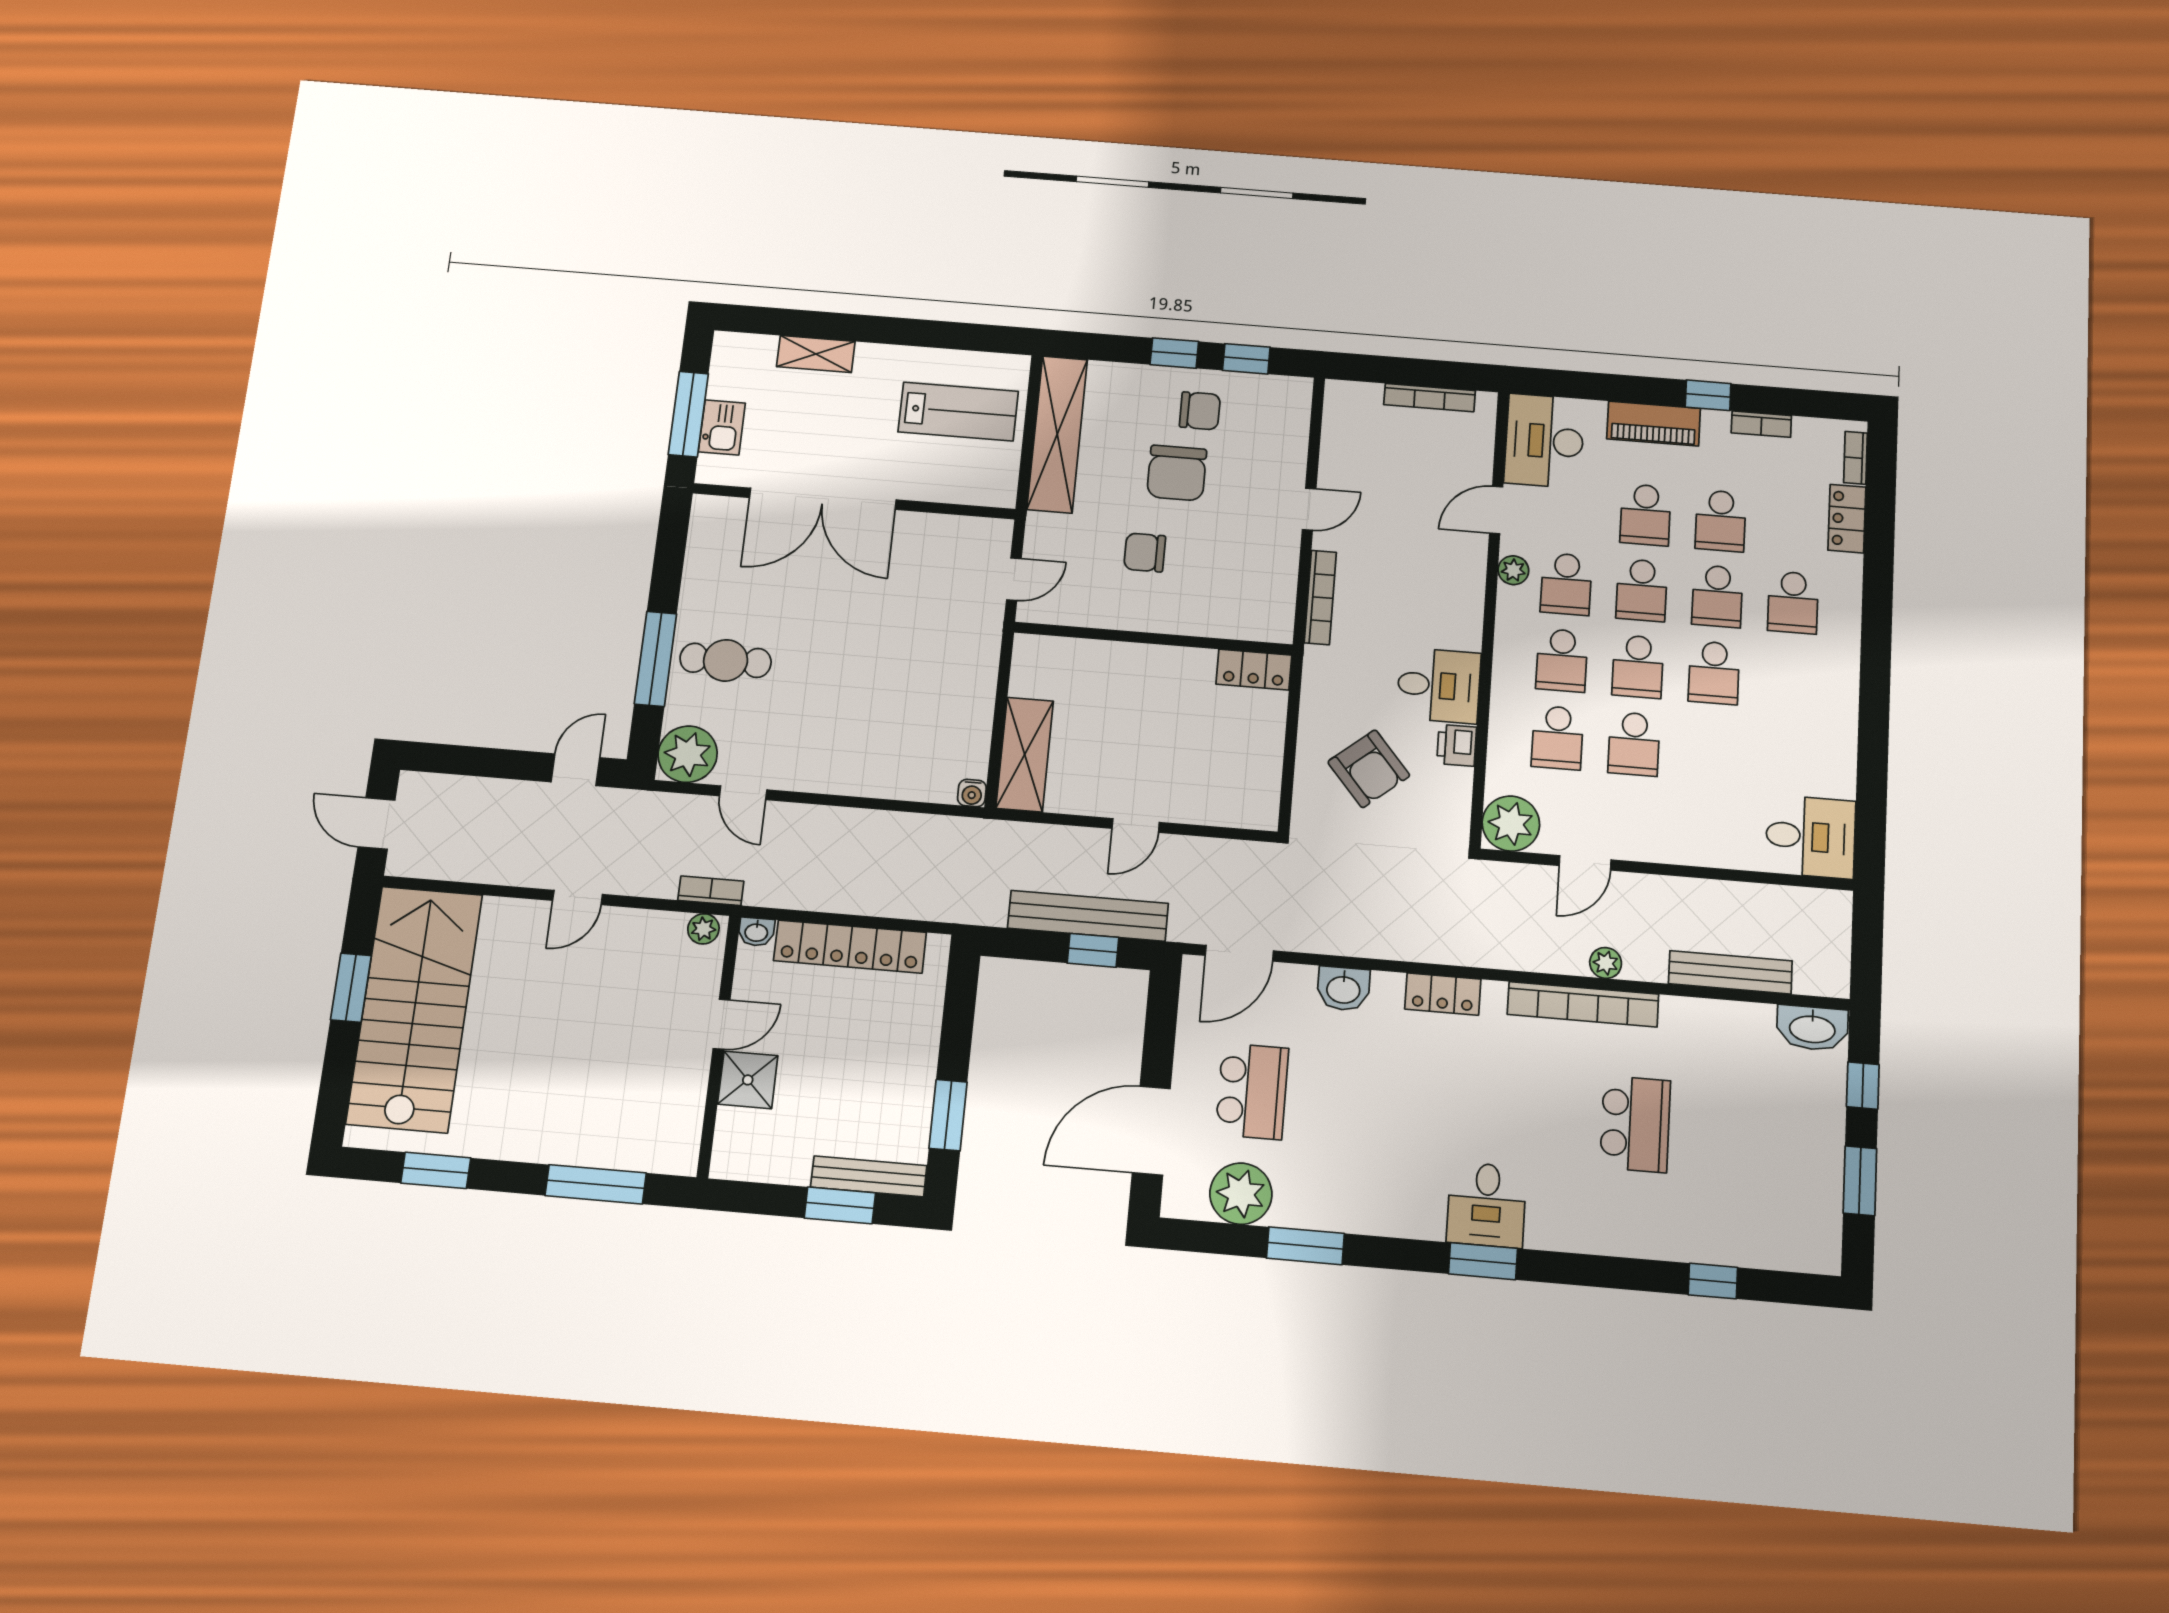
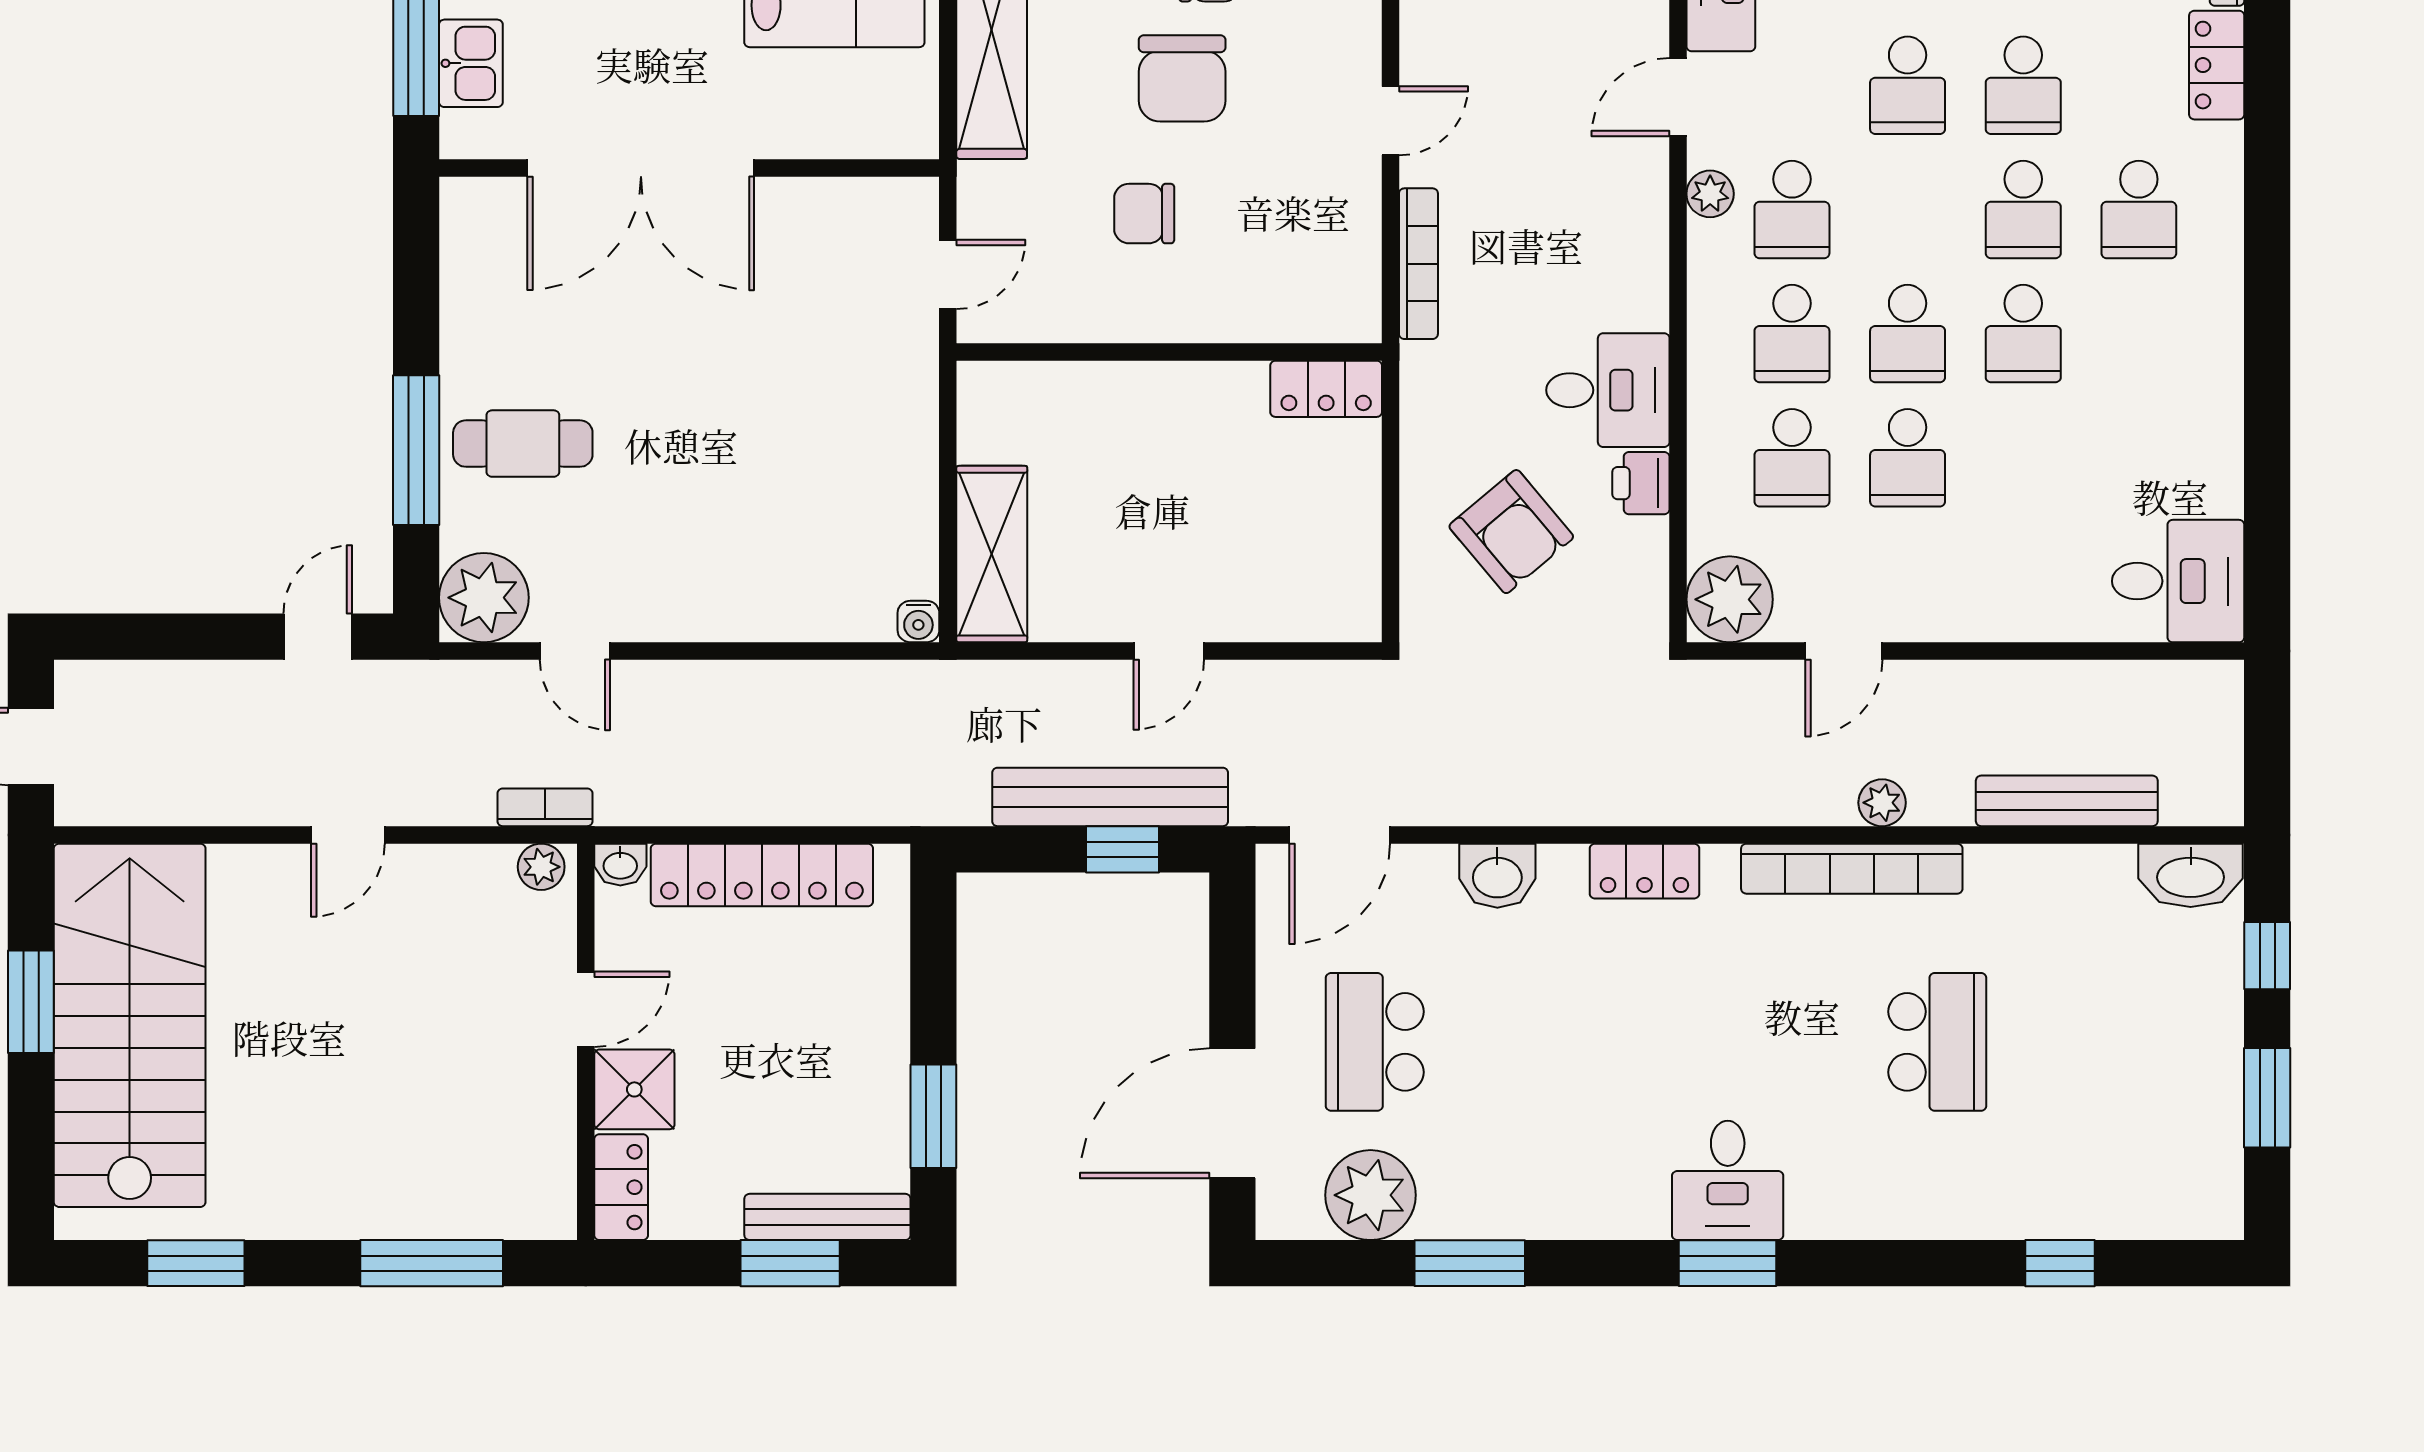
school desk: (1642, 590) -> (1908, 209), removed
school desk: (1252, 1091) -> (1375, 1042), turned 180
locker: (731, 1144) -> (621, 1187), added

